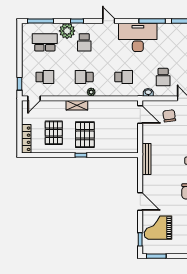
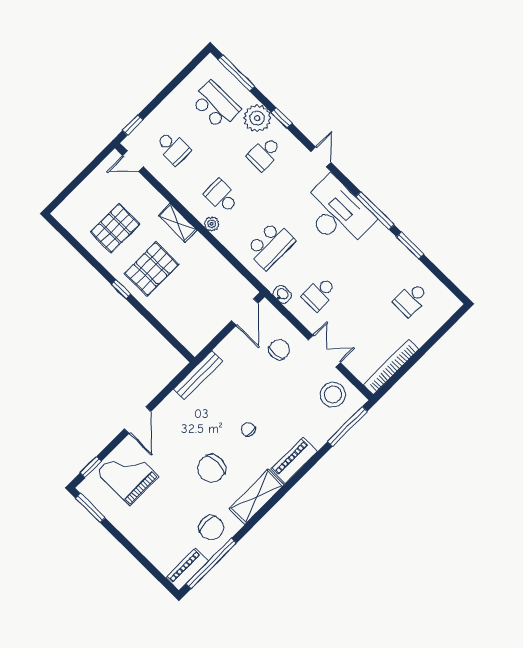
school desk: (124, 77) -> (271, 245), width x1.85
locker: (26, 139) -> (73, 202), removed

